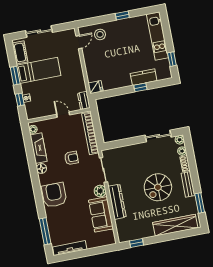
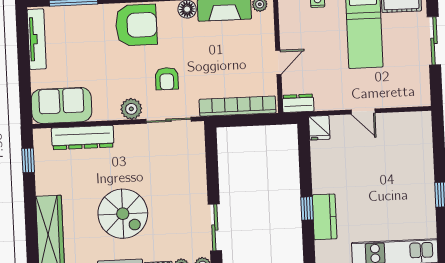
stool: (100, 34) -> (413, 150), removed
door: (79, 42) -> (363, 111), moved
armchair: (71, 158) -> (167, 79), moved
spiral stairs: (158, 187) -> (123, 214), turned 180
dresser: (117, 202) -> (83, 138), moved
sofa: (101, 214) -> (61, 105), moved

